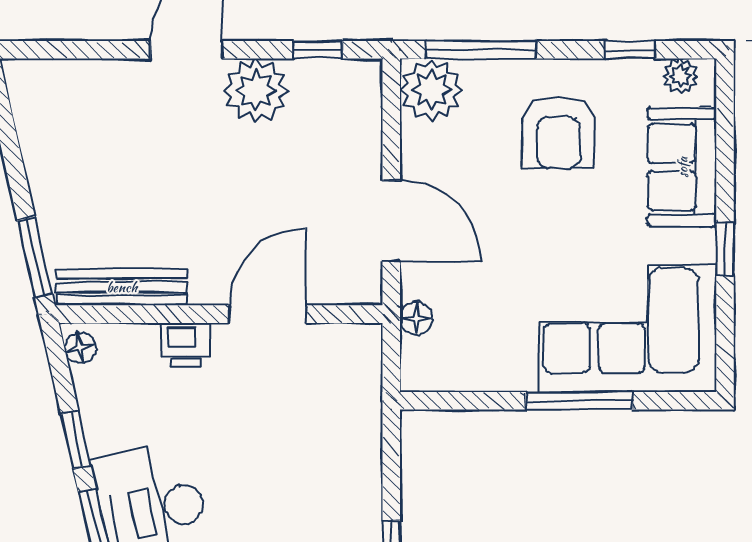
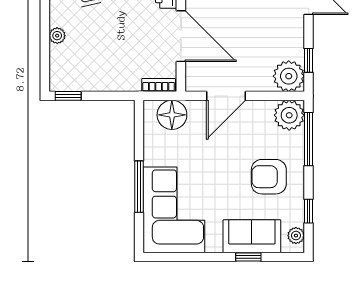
plant: (256, 91) -> (289, 76), moved
window: (725, 249) -> (248, 257), moved
door: (268, 314) -> (181, 36), width x1.36
floor lamp: (416, 318) -> (172, 115), width x1.89, depth x1.89
bookcase: (369, 360) -> (159, 85), added

